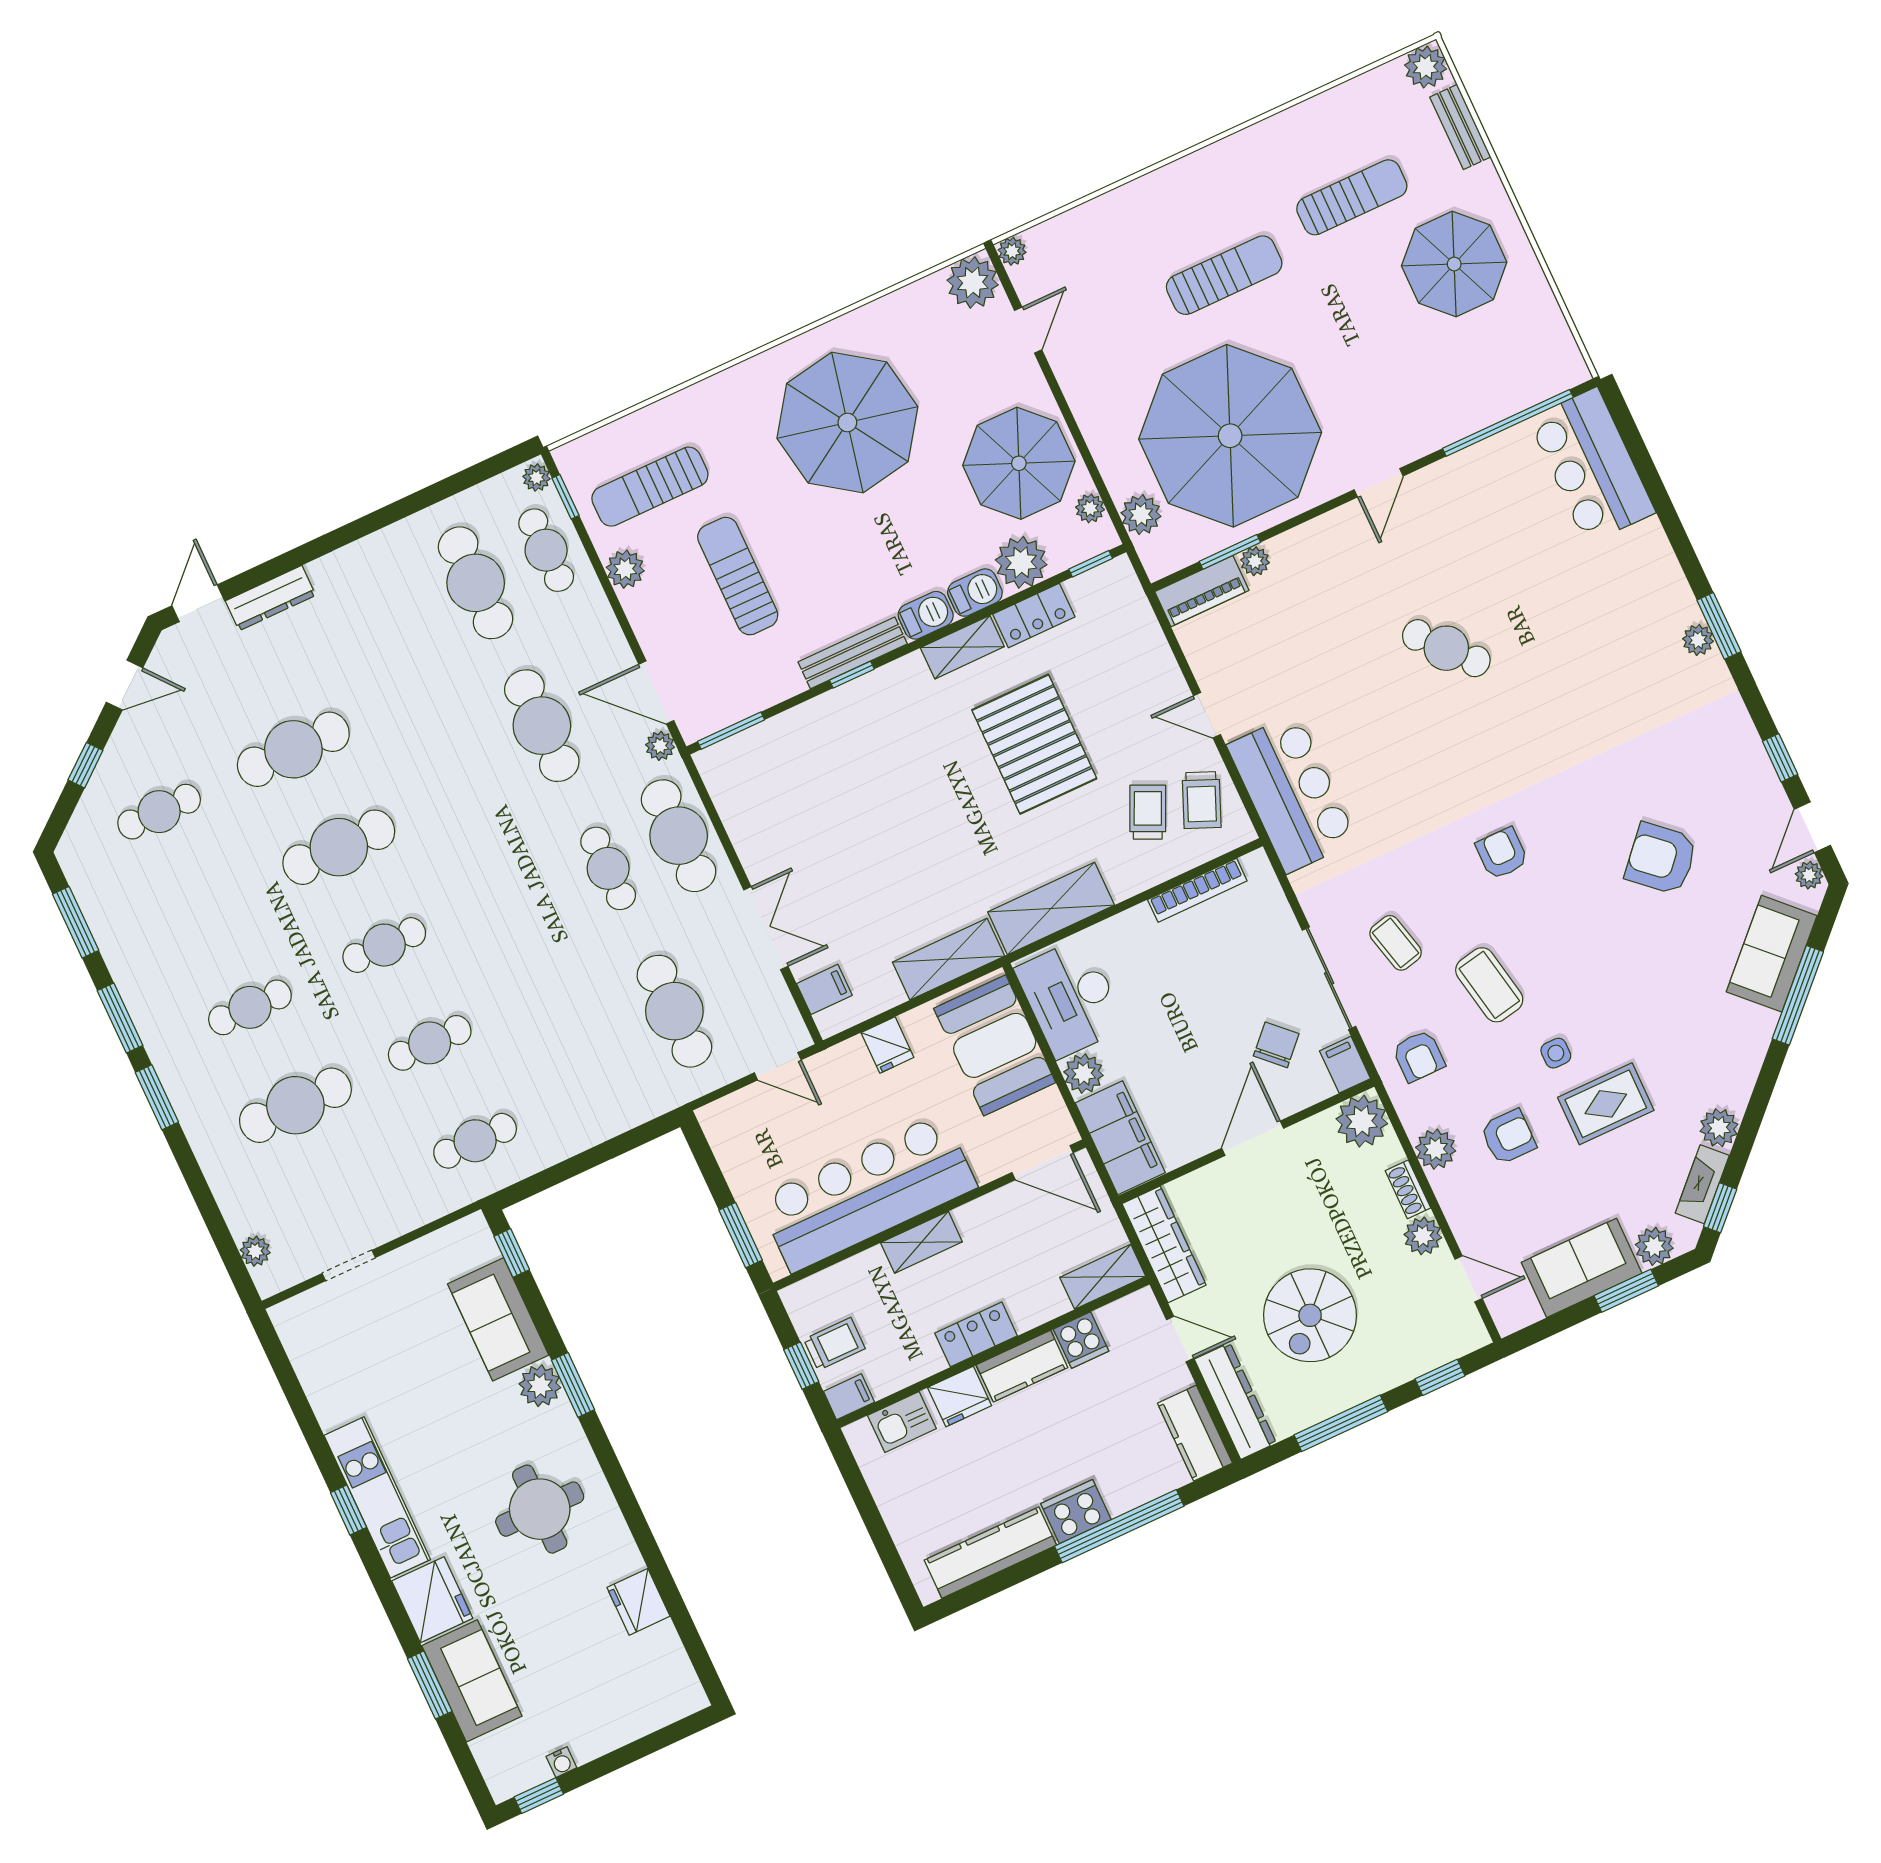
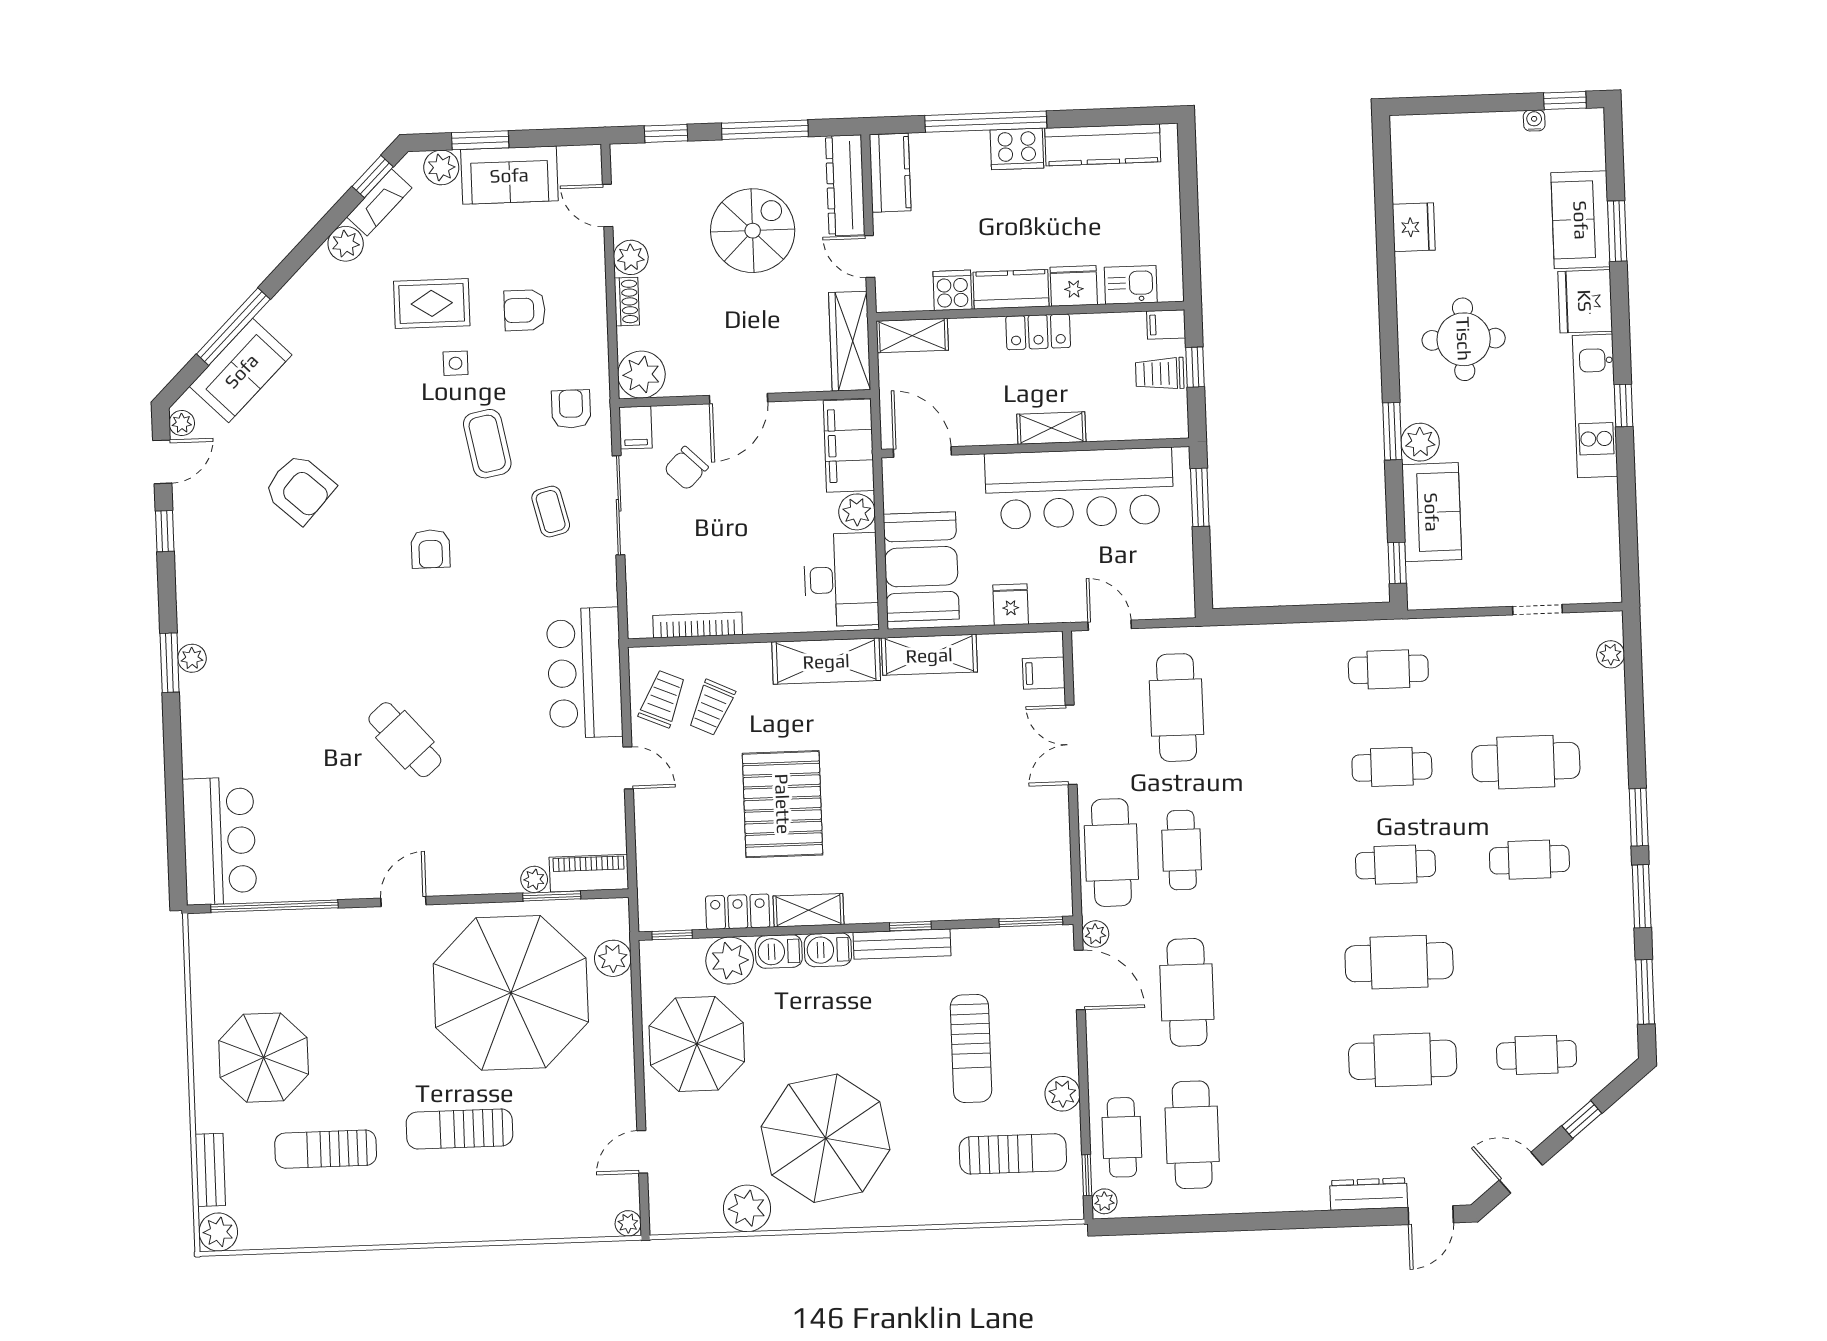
plant: (973, 282) -> (747, 1208), moved
plant: (1090, 508) -> (653, 981), removed
plant: (1436, 1149) -> (590, 325), removed

